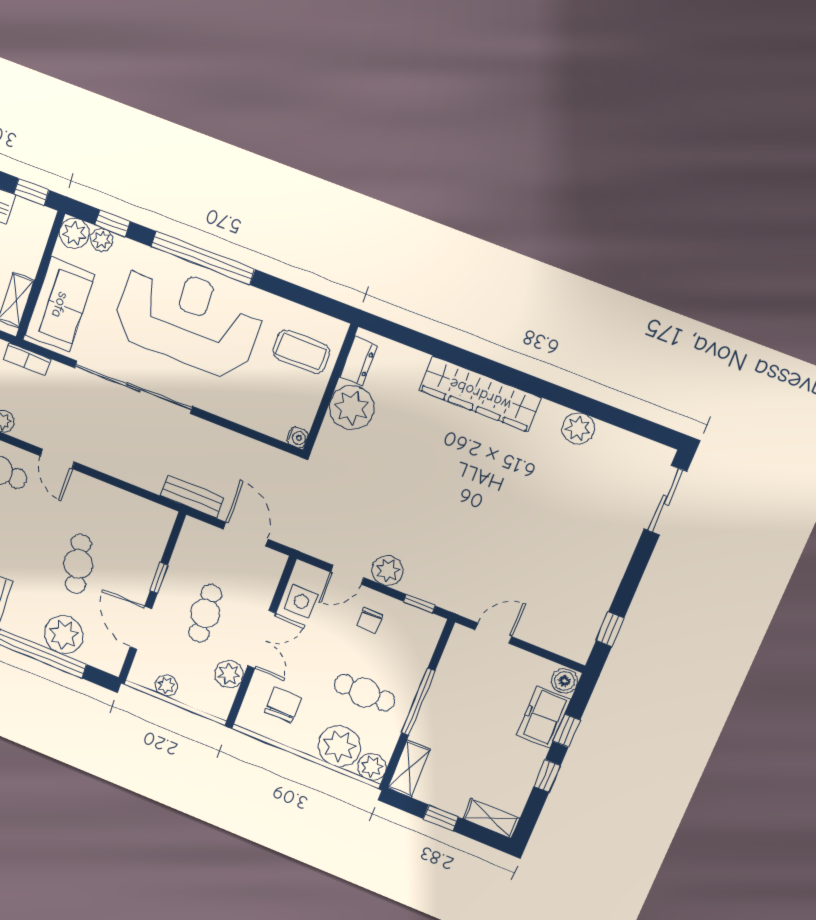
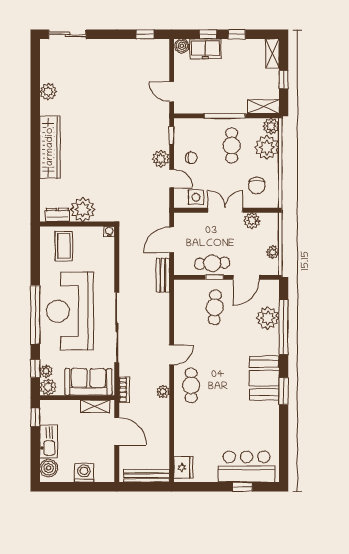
cafe table: (78, 564) -> (215, 307), moved, turned -76
cafe table: (205, 613) -> (212, 263), moved
chair: (283, 705) -> (257, 186), turned -90

